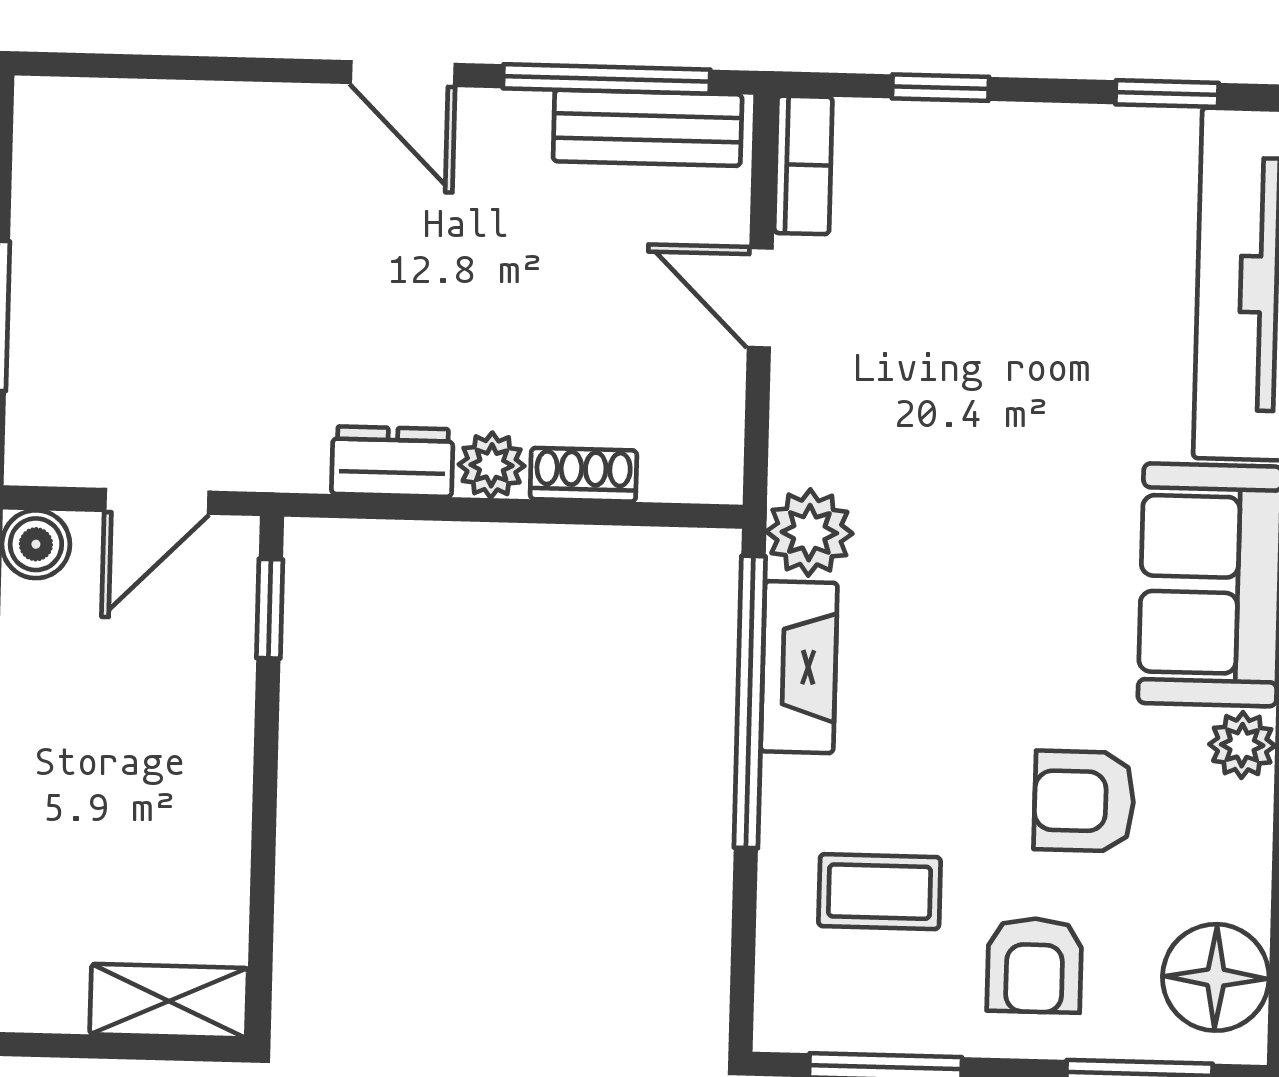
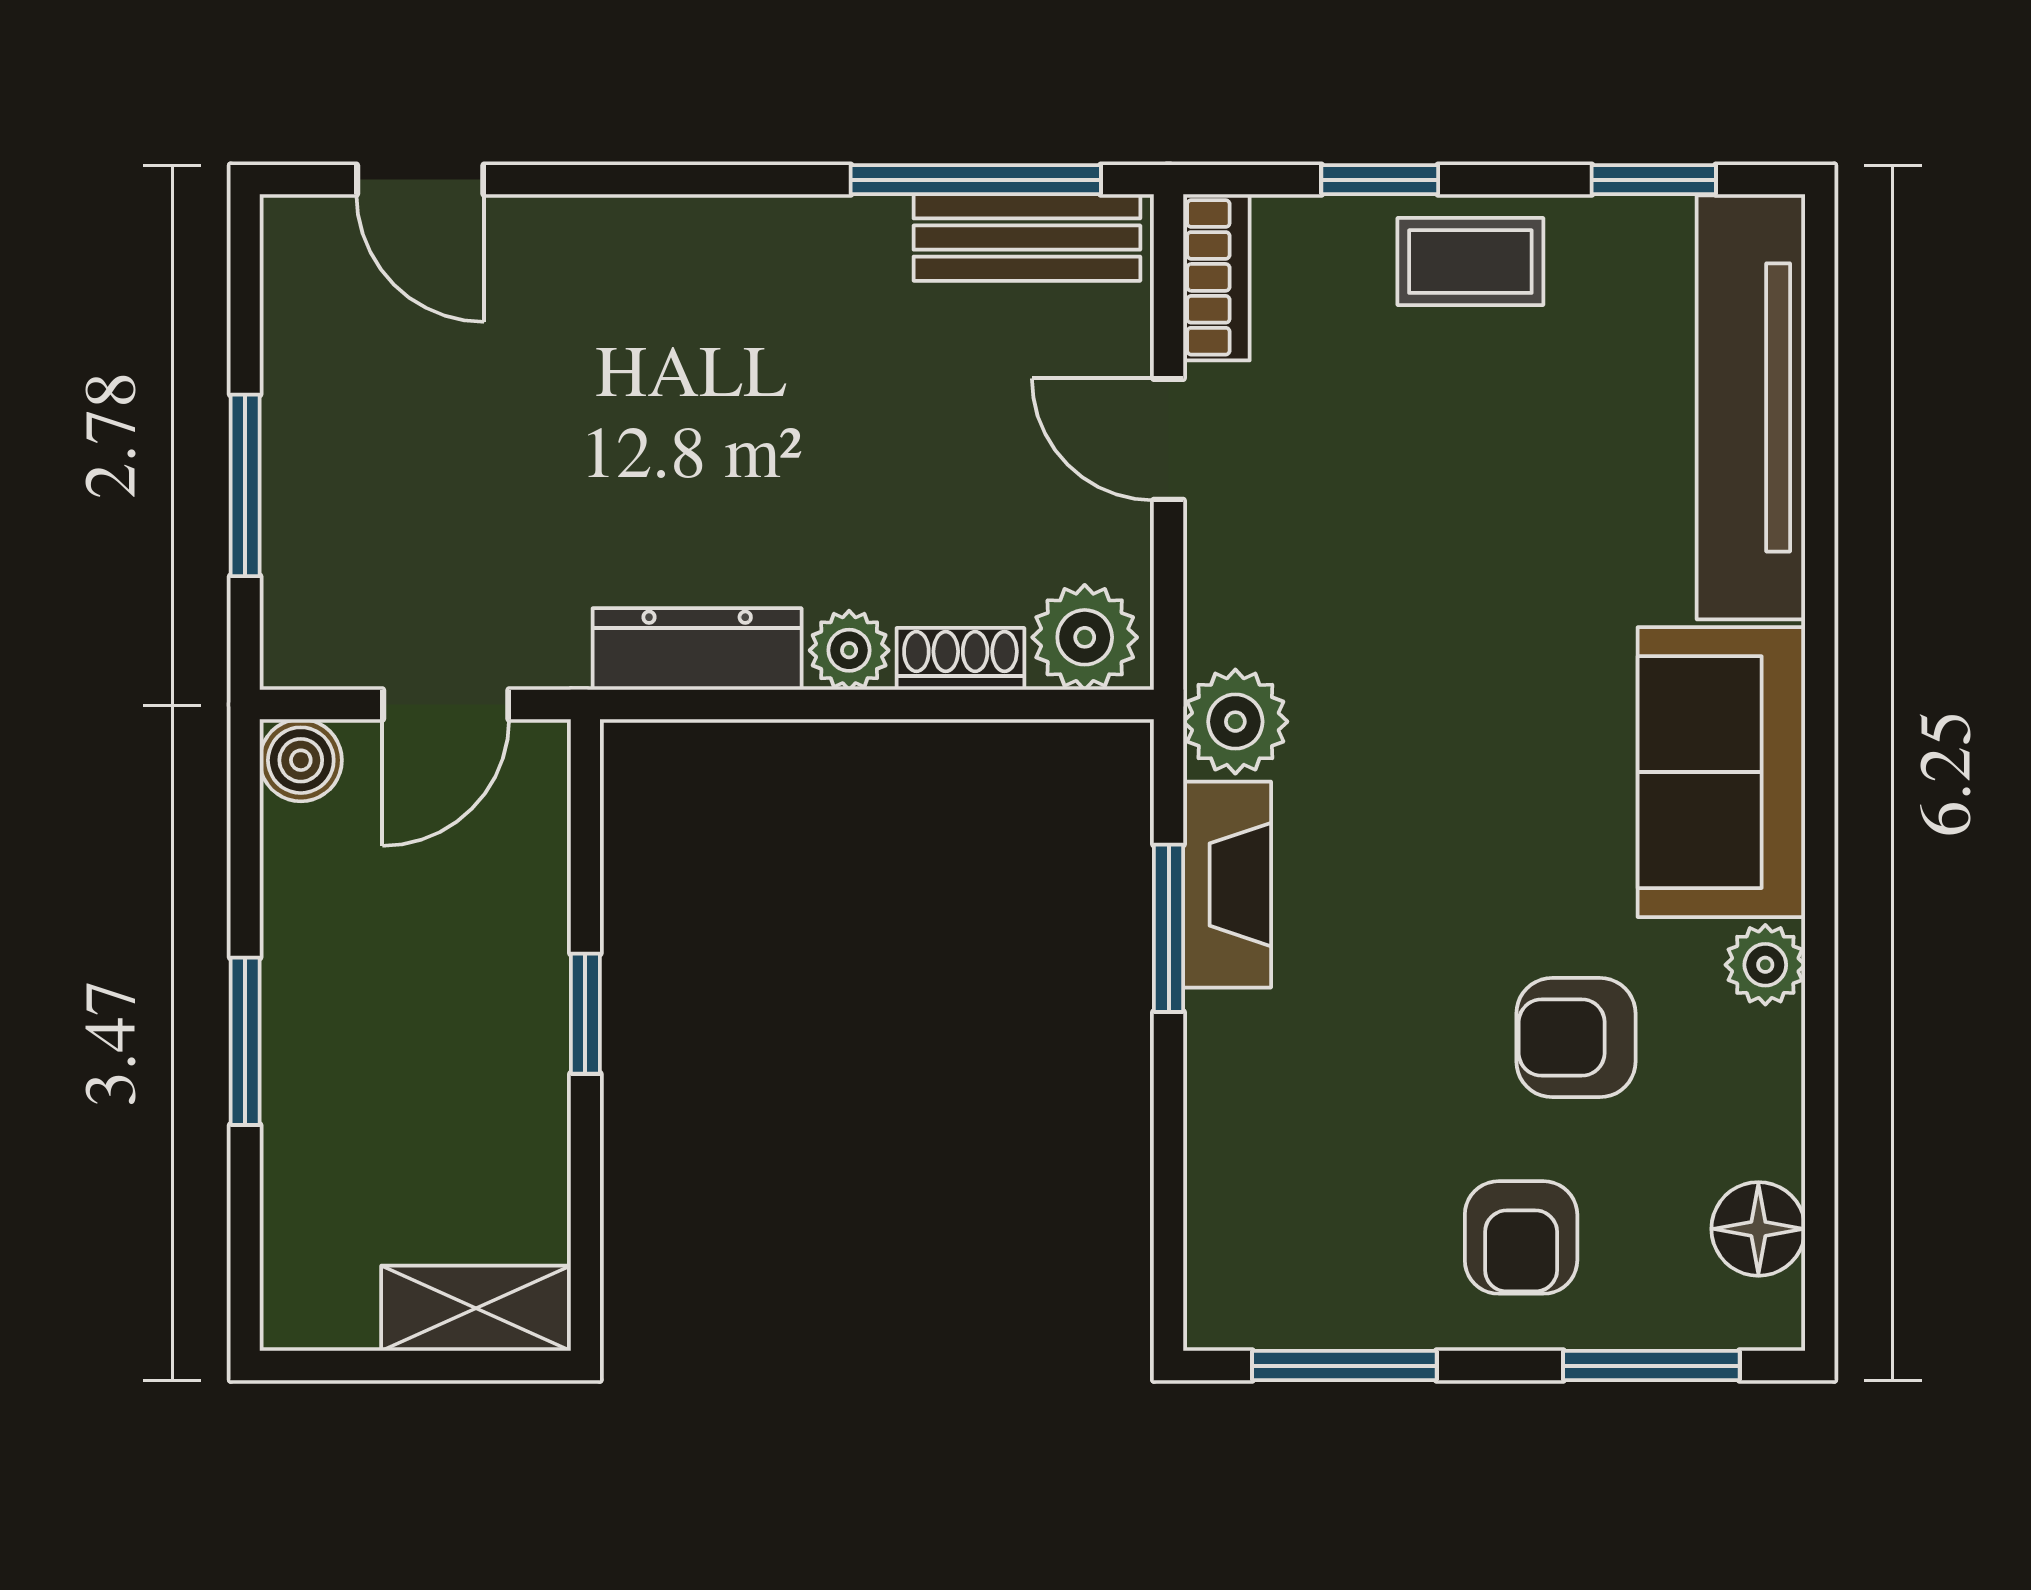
door: (403, 74) -> (420, 180), moved
plant: (687, 460) -> (1085, 637), added
dresser: (392, 462) -> (697, 649), width x1.44
window: (270, 609) -> (585, 1014), moved
window: (750, 702) -> (1169, 928), width x0.47
coffee table: (880, 892) -> (1470, 262), moved
floor lamp: (1216, 977) -> (1758, 1229), width x0.73, depth x0.73

